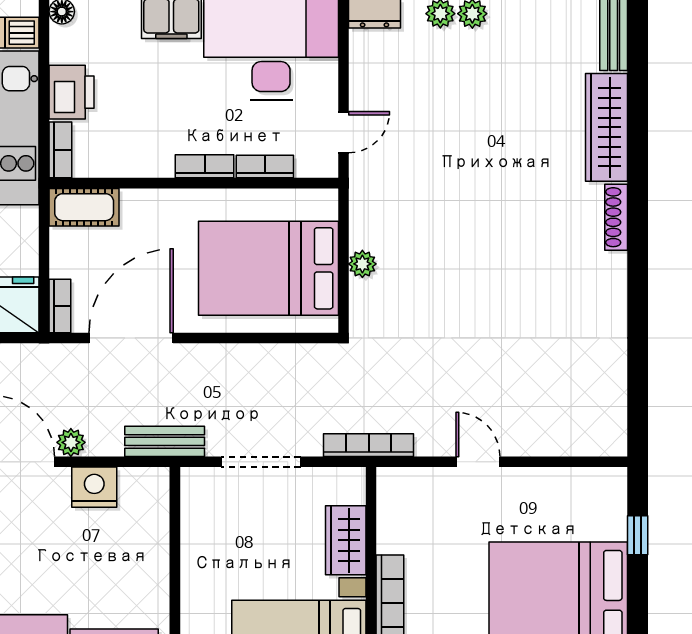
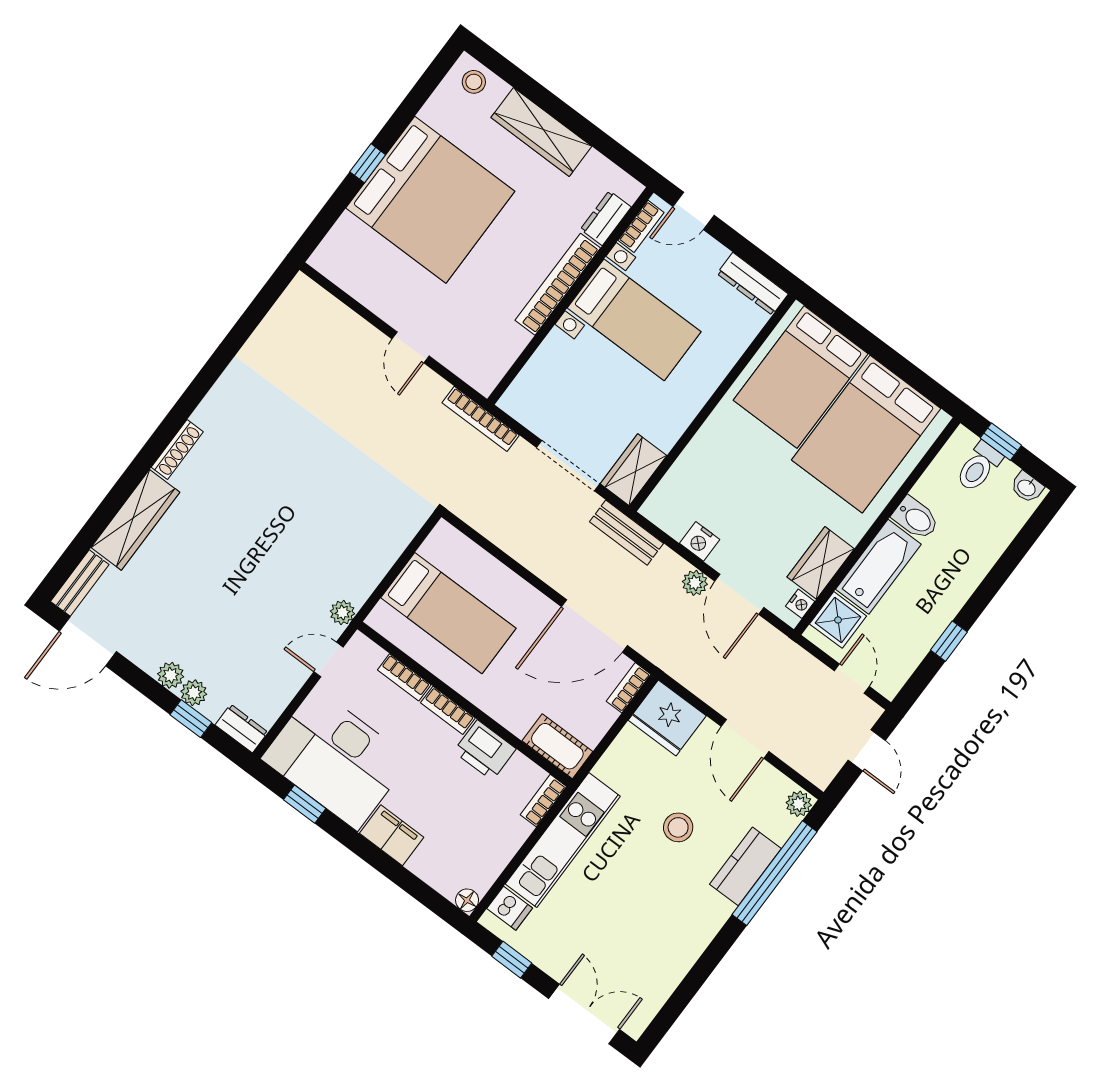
printer: (72, 92) -> (485, 750), moved, turned -90
plant: (362, 264) -> (342, 612), moved
bed: (268, 268) -> (448, 613), width x0.67
nightstand: (94, 487) -> (700, 541), width x0.74, depth x0.75
window: (638, 535) -> (368, 163), moved
wardrobe: (346, 540) -> (634, 470), moved, turned 180

